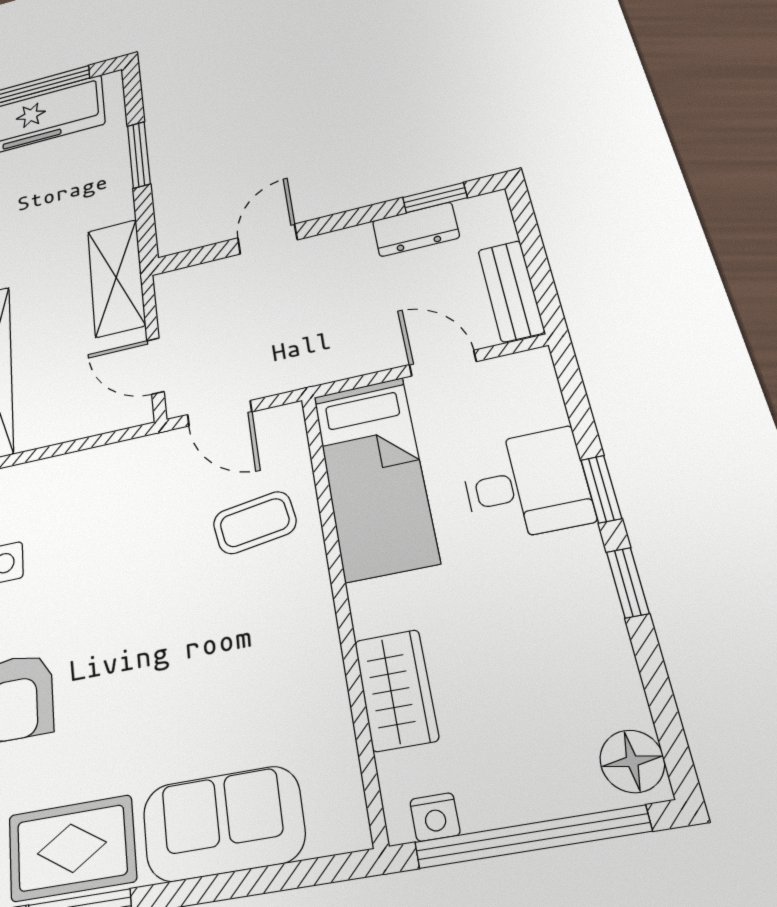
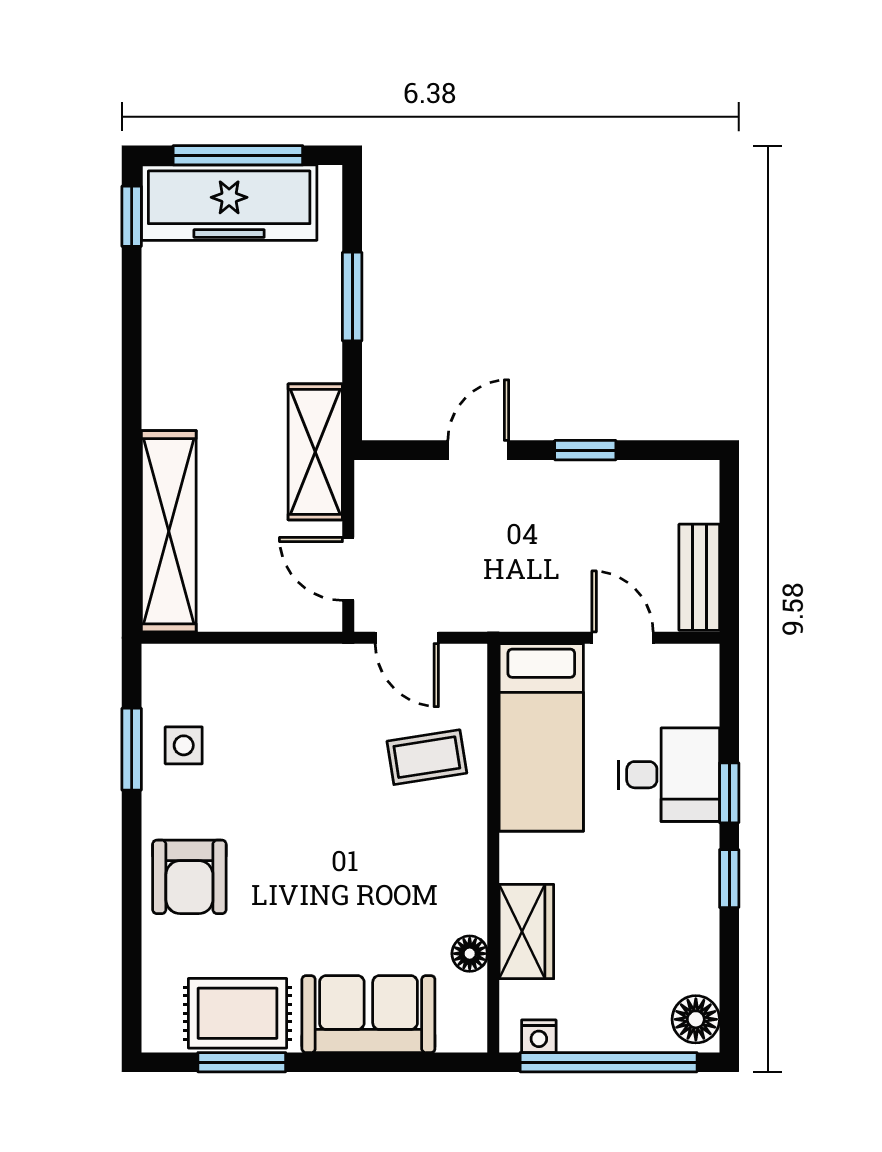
window: (435, 198) -> (585, 450), moved
dresser: (416, 229) -> (626, 482), removed
floor lamp: (333, 728) -> (470, 954), added

